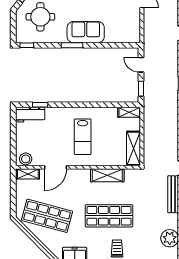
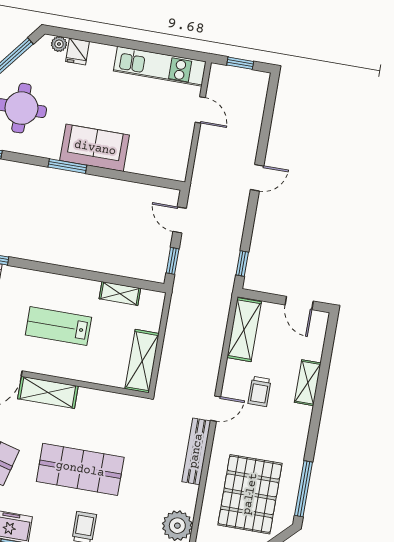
shelving: (129, 112) -> (120, 294), moved
lab bench: (83, 137) -> (58, 326), turned 90
shelving: (107, 175) -> (48, 392), moved

